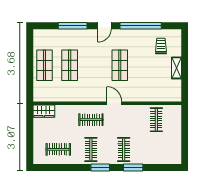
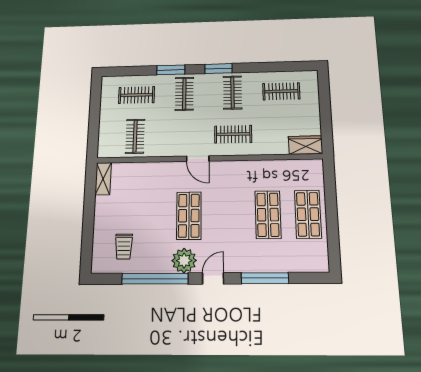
plant: (123, 37) -> (184, 261), added
shelving: (176, 68) -> (103, 179), moved
clothes rail: (156, 149) -> (137, 95), added

